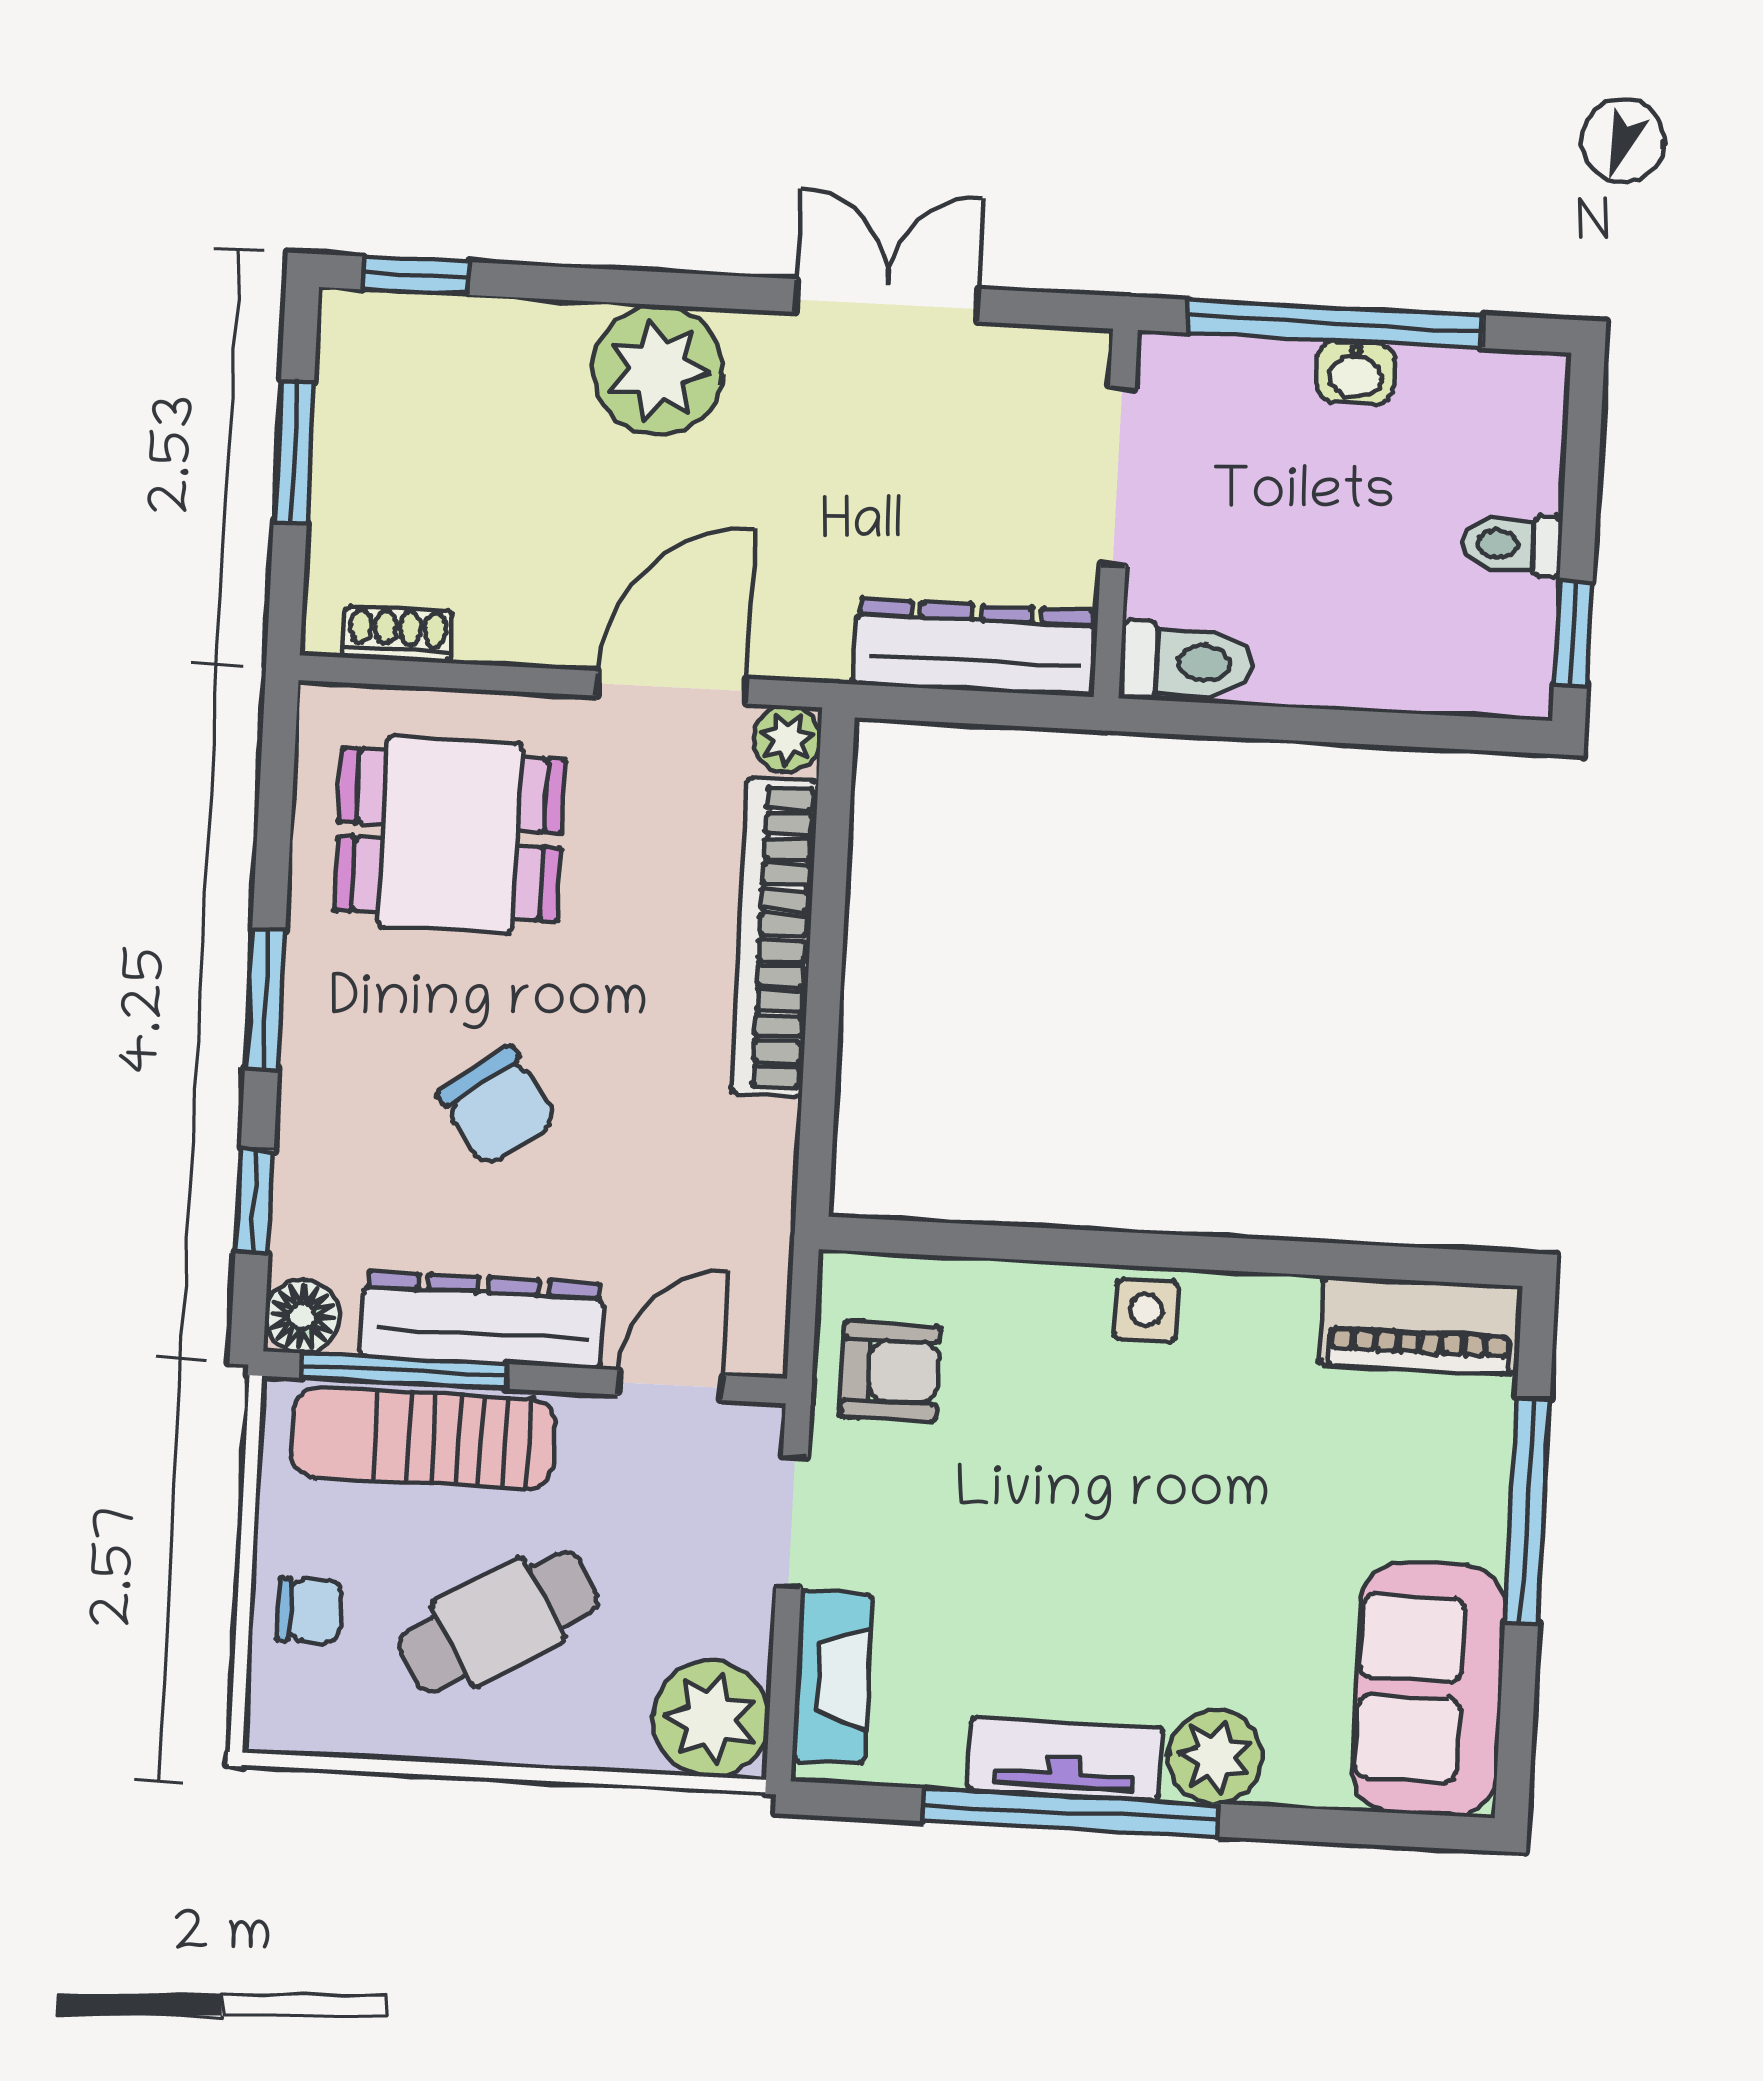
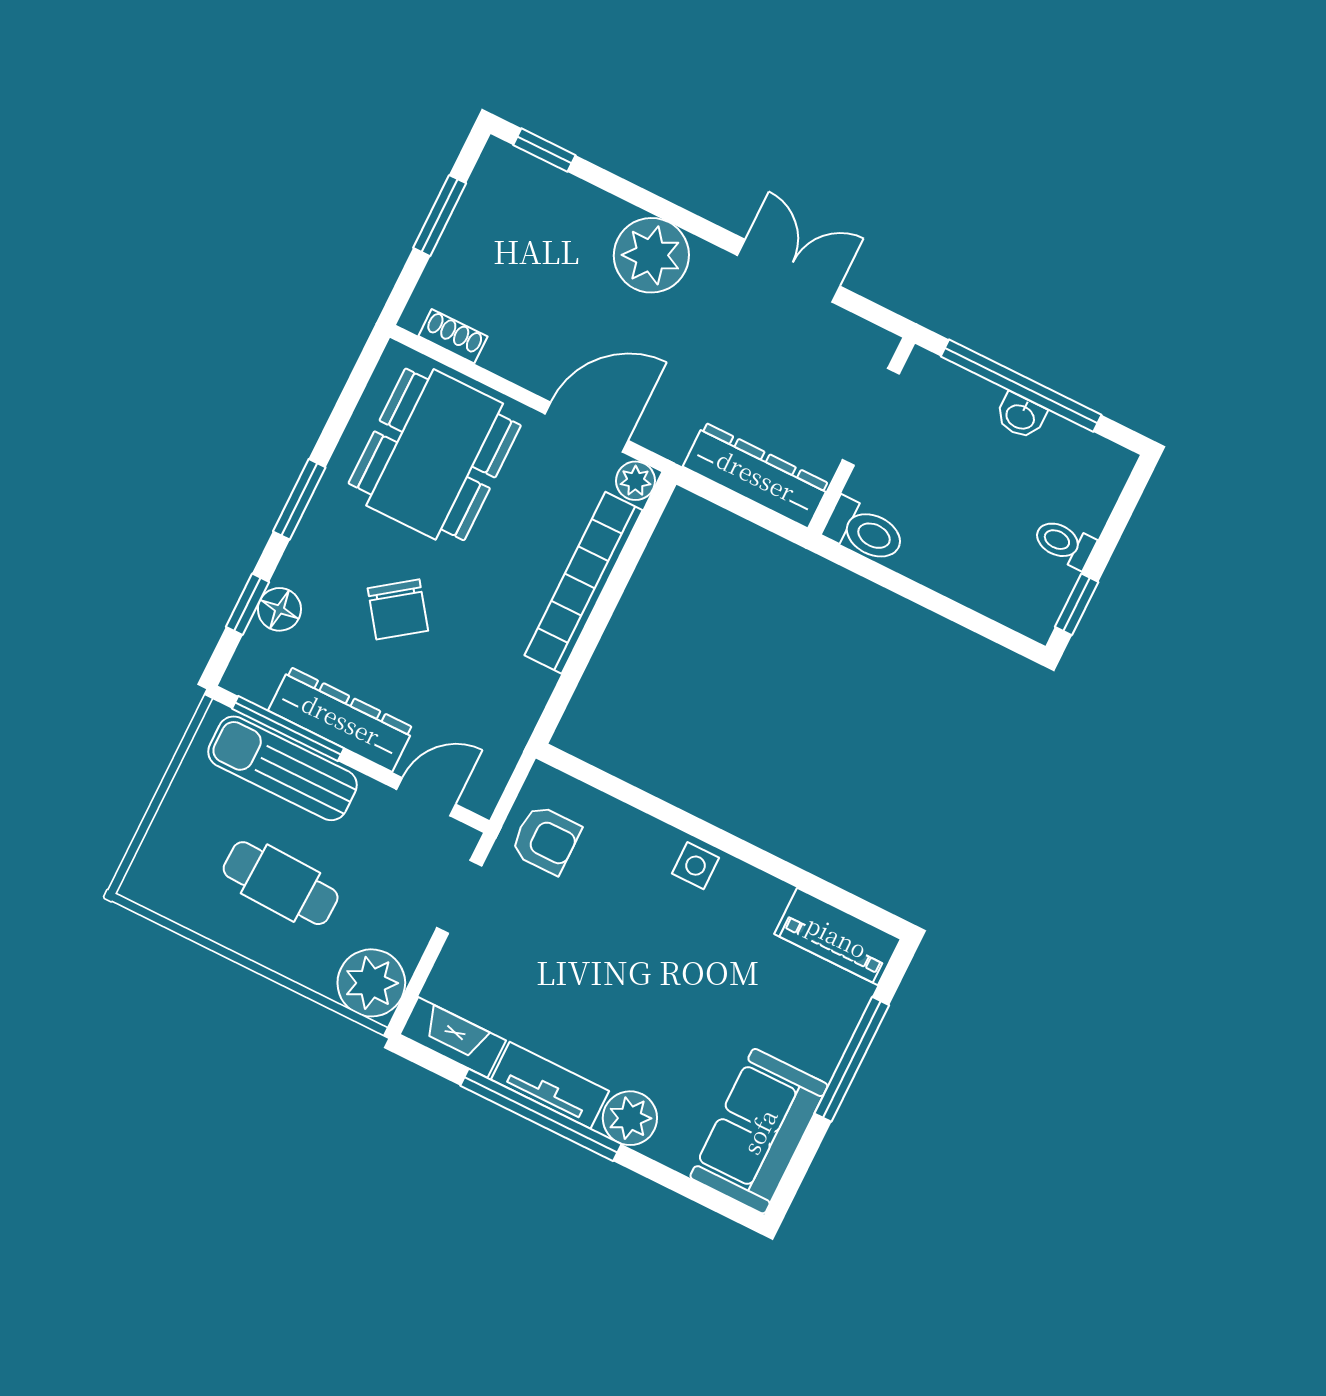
dining table: (450, 835) -> (435, 454), width x1.38
floor lamp: (302, 1316) -> (279, 609), moved
chair: (309, 1610) -> (183, 834), removed
cafe table: (498, 1622) -> (281, 883), turned 32
fireplace: (832, 1677) -> (453, 1037), moved, turned -90

